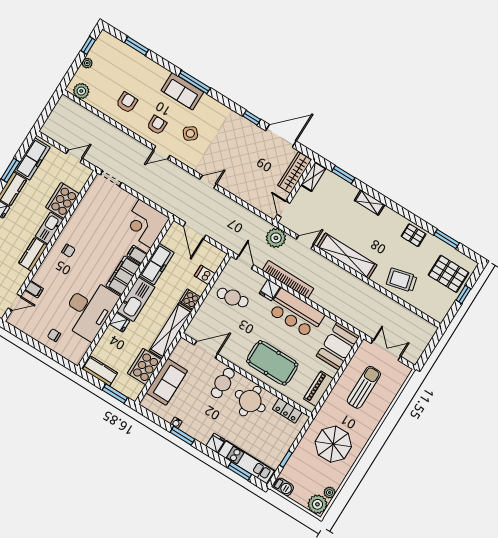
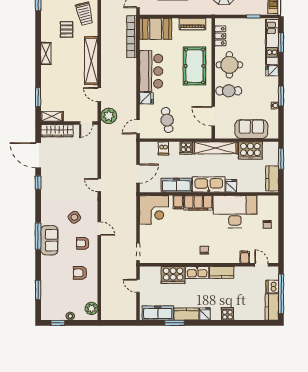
shelving: (370, 203) -> (46, 53), moved
pallet: (414, 235) -> (67, 29), moved
bookcase: (288, 279) -> (132, 37), moved

